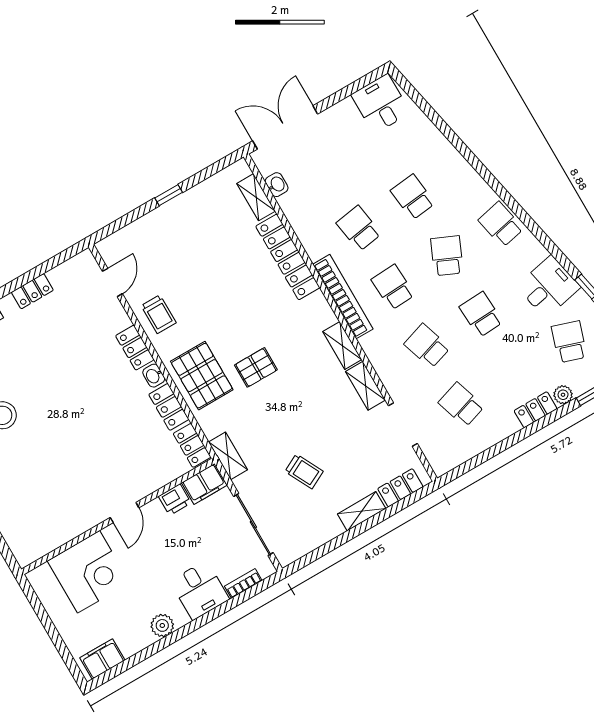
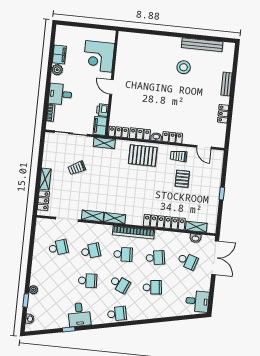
school desk: (569, 342) -> (188, 261), moved
pallet: (256, 367) -> (182, 179), moved
locker: (536, 410) -> (35, 275), removed
filing cabinet: (102, 659) -> (59, 54), moved

